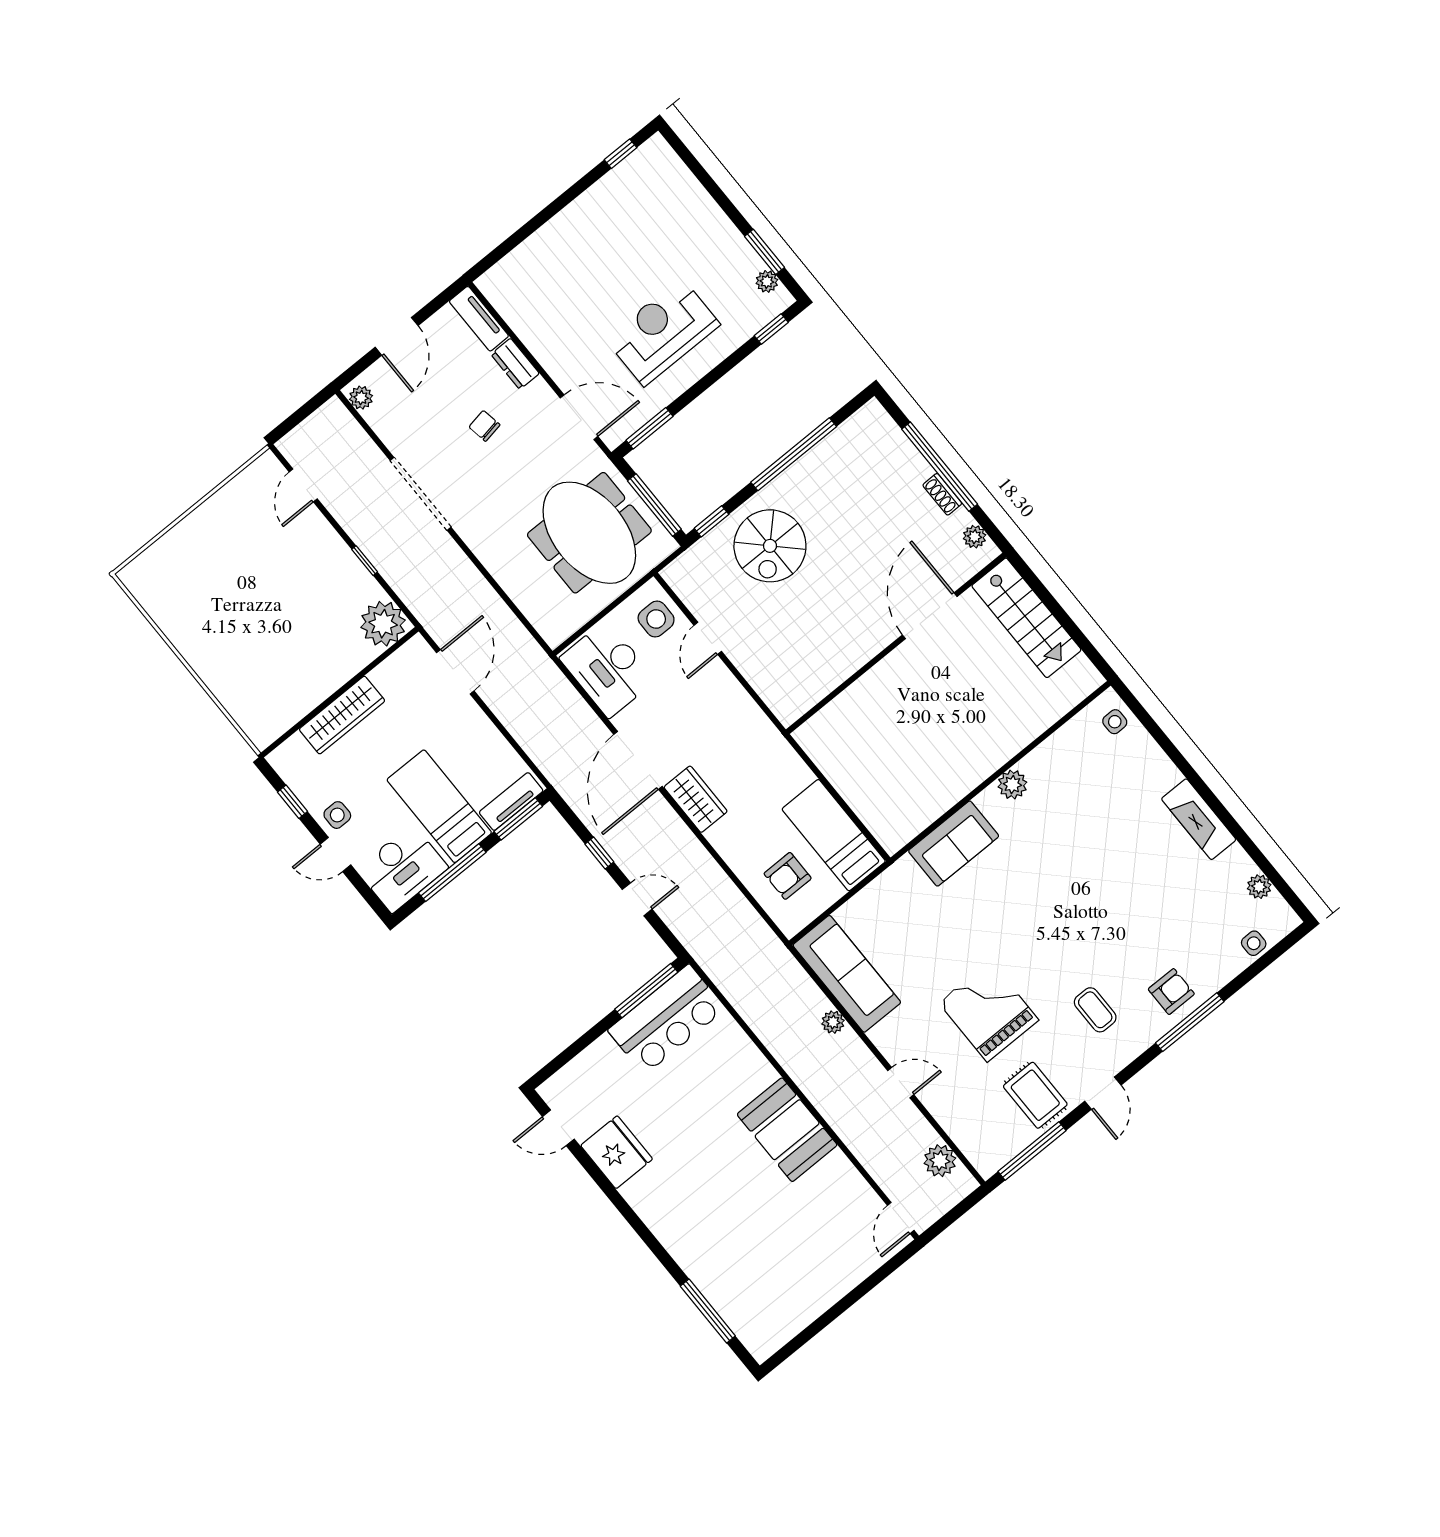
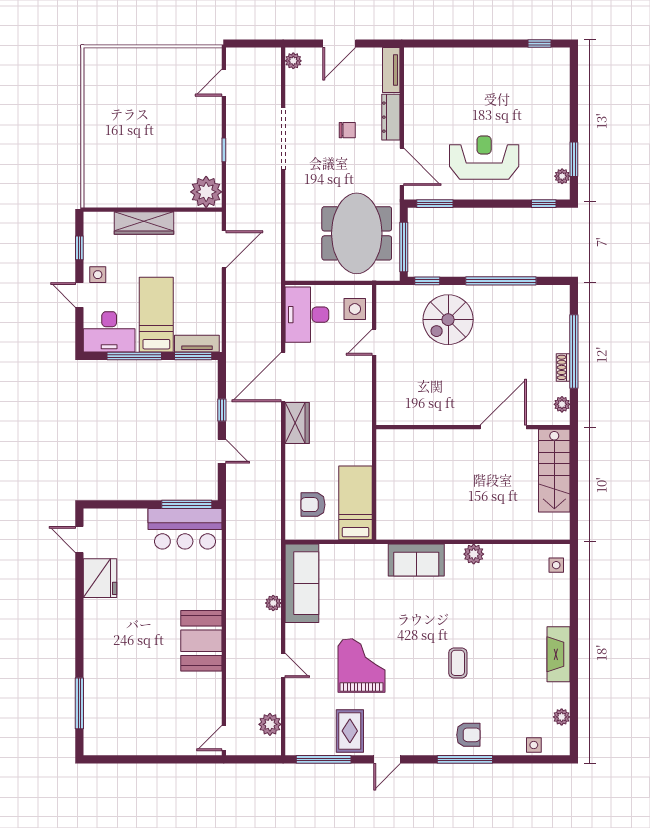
dresser: (515, 364) -> (391, 117), width x1.44
chair: (484, 426) -> (347, 130), turned 100
coffee table: (1095, 1010) -> (458, 663), moved

